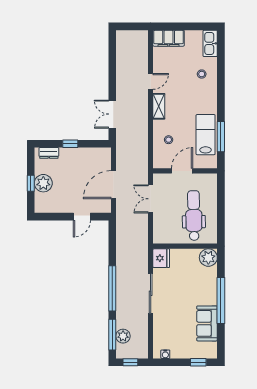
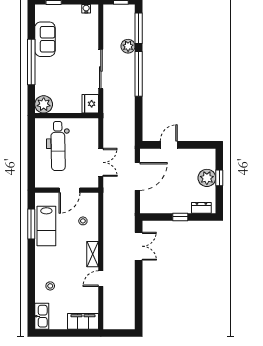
plant: (123, 336) -> (128, 46), moved

